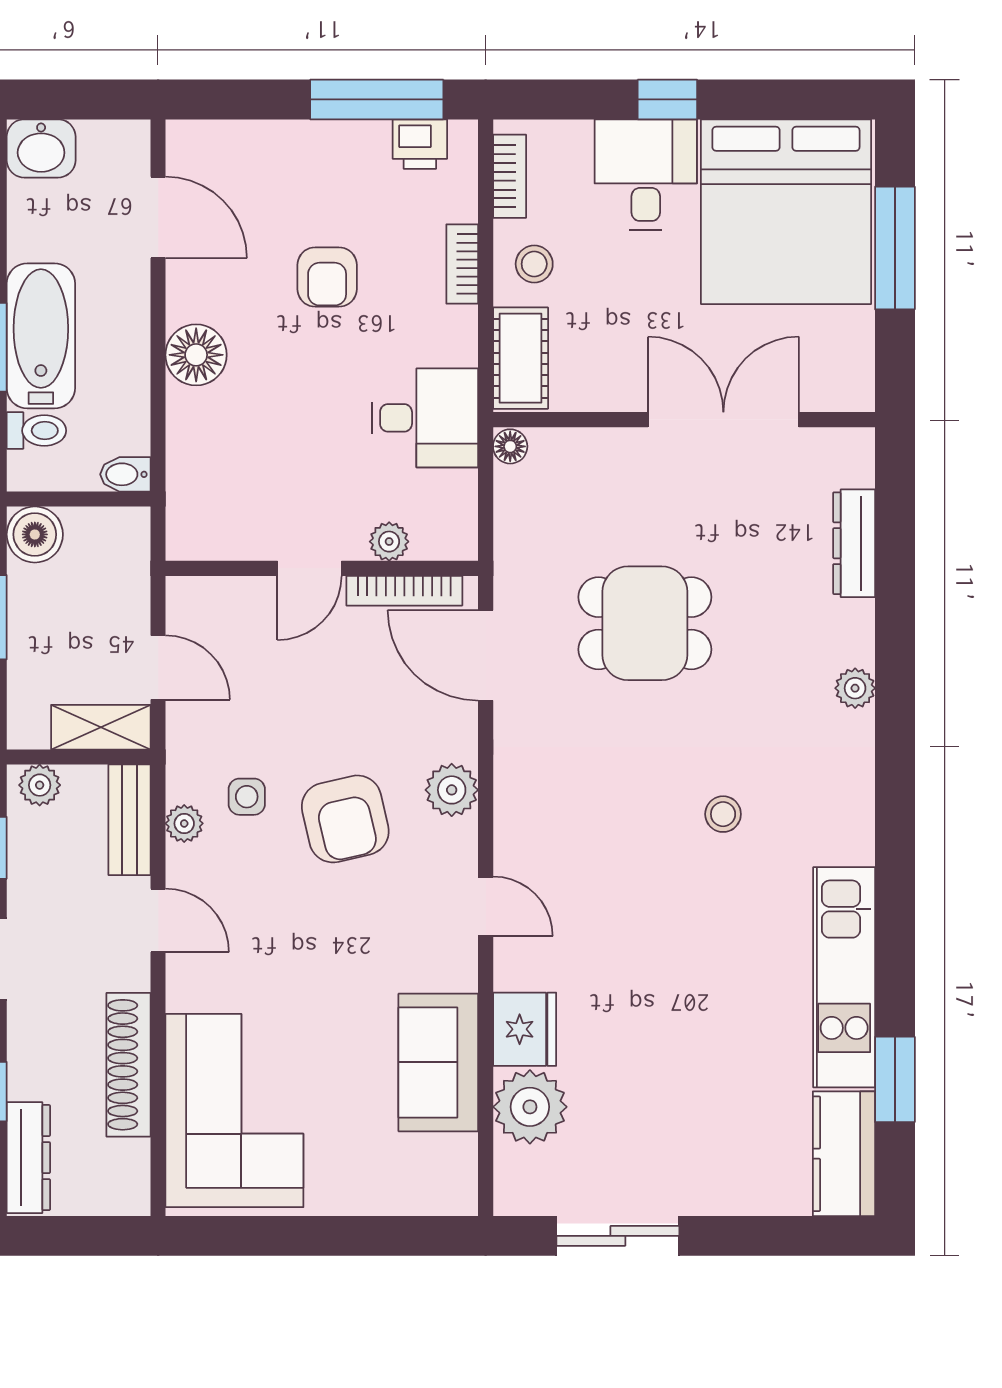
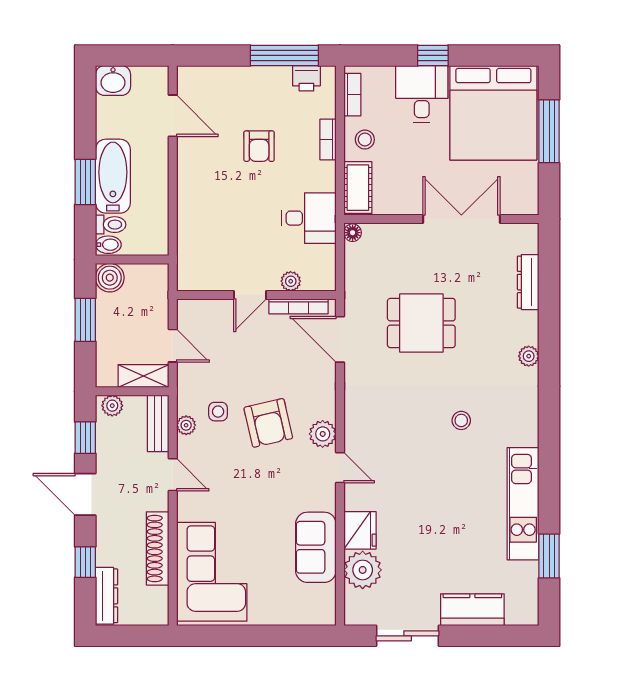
floor lamp: (196, 355) -> (192, 186), removed
bidet: (125, 474) -> (108, 245), moved, turned 180
plant: (452, 790) -> (323, 434), moved
kitchen counter: (844, 1154) -> (472, 610), moved, turned 90

